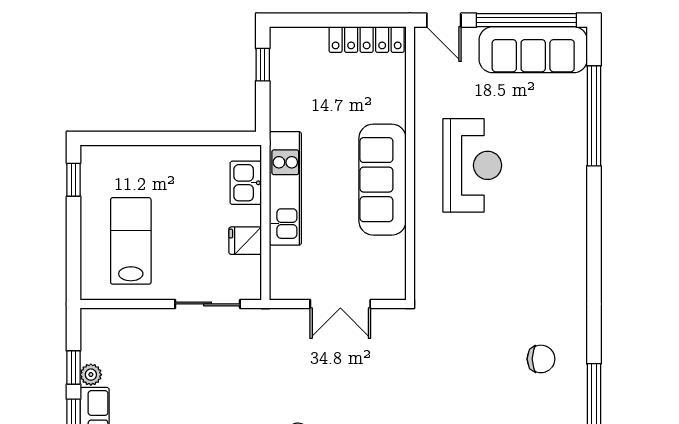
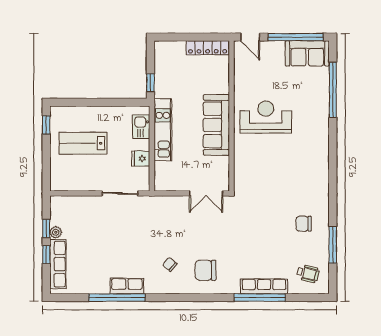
sofa: (533, 50) -> (307, 53), width x0.73
window: (263, 65) -> (150, 83), moved
reception desk: (472, 165) -> (266, 117), turned -90
lab bench: (131, 241) -> (83, 143), moved, turned -90
double door: (340, 304) -> (206, 193), moved
chair: (541, 359) -> (304, 224), turned 180

